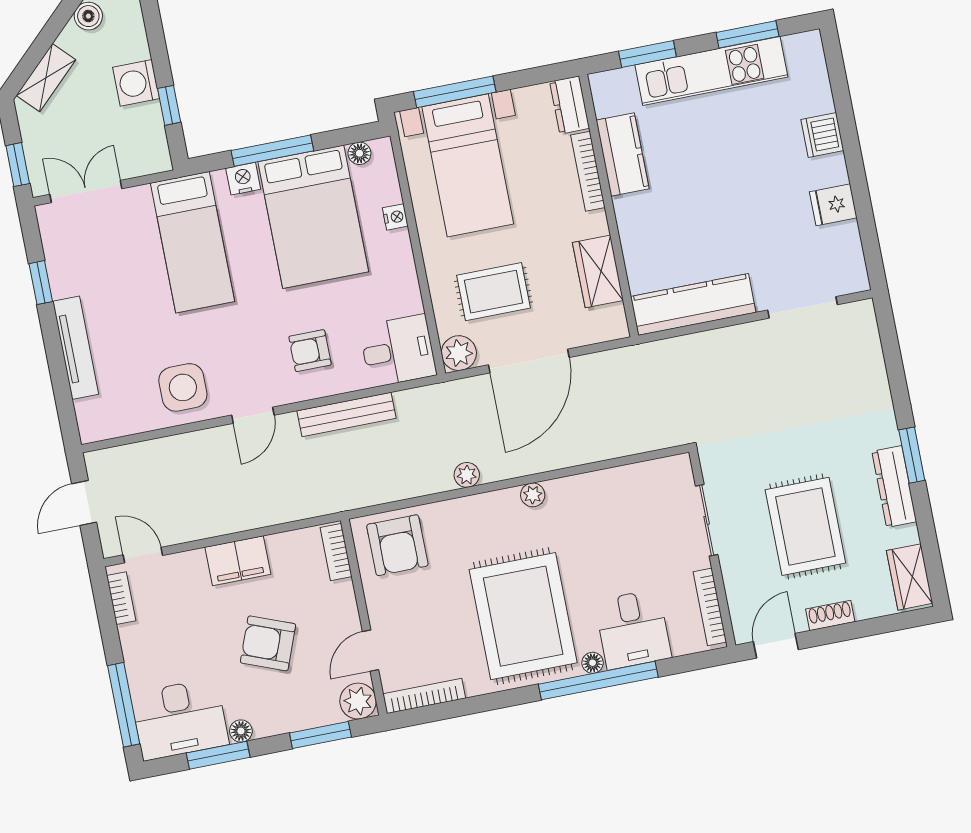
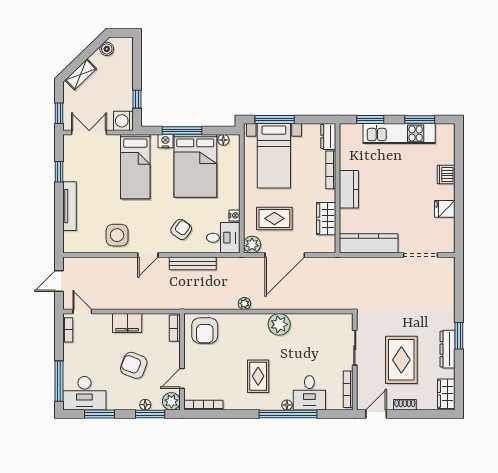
washing machine: (136, 83) -> (123, 121), moved
kitchen counter: (622, 154) -> (349, 189), moved
nightstand: (395, 217) -> (234, 215), moved
armchair: (310, 351) -> (181, 229), turned 126
plant: (533, 495) -> (279, 324), width x1.87, depth x1.87
rug: (523, 616) -> (258, 376), width x0.54, depth x0.49
floor lamp: (241, 731) -> (145, 405), moved

